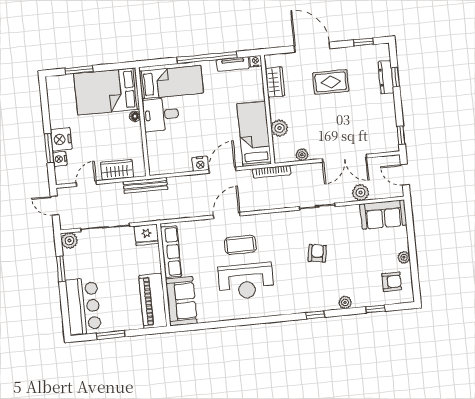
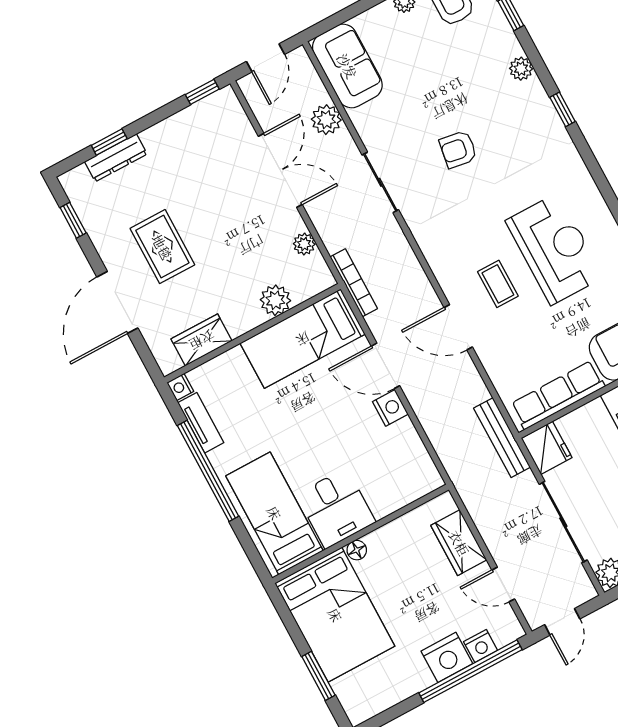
window: (49, 148) -> (470, 671), width x2.11
bench: (145, 185) -> (502, 438), moved
coffee table: (240, 245) -> (498, 284), width x0.73, depth x0.77

